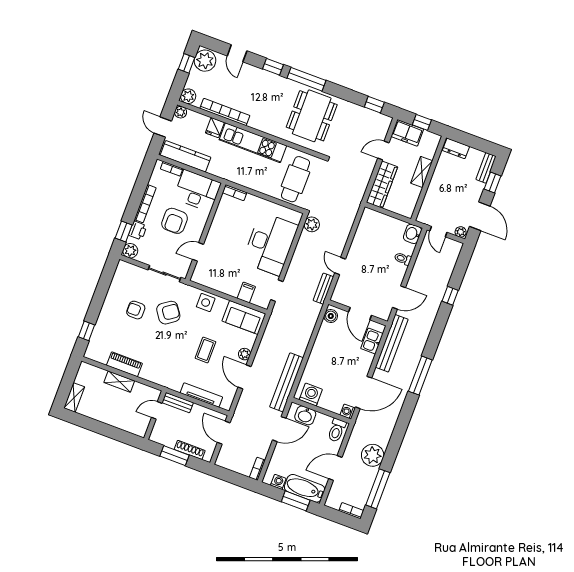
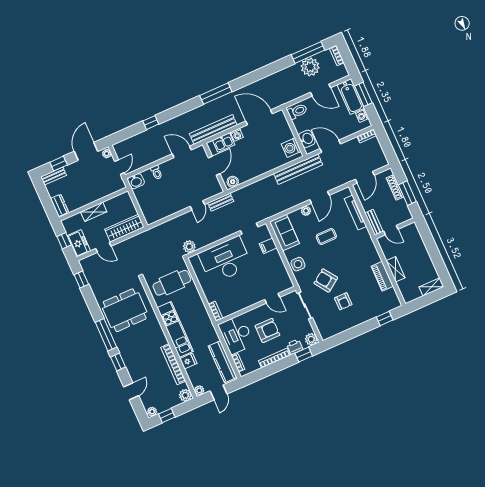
plant: (205, 61) -> (152, 412), width x0.53, depth x0.53
washing machine: (348, 412) -> (237, 135), moved
plant: (373, 455) -> (310, 67), moved

